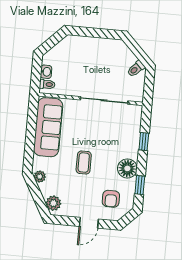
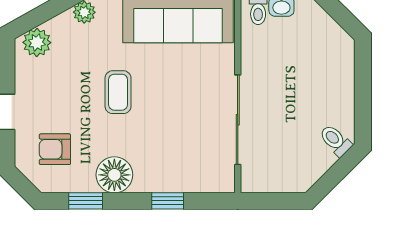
toilet: (136, 69) -> (335, 140), moved
coffee table: (84, 163) -> (118, 92), turned 90

